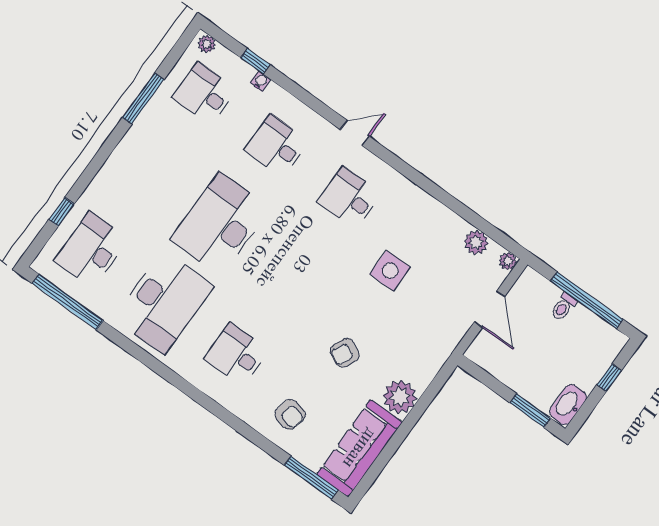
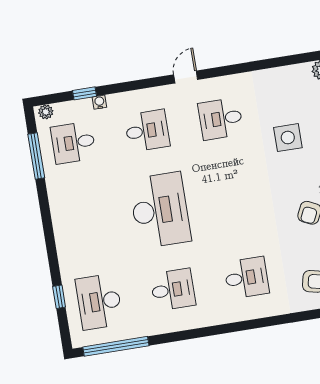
window: (143, 98) -> (36, 156), moved
desk: (277, 146) -> (147, 131), turned 180
desk: (220, 224) -> (160, 210), turned 180
desk: (164, 302) -> (173, 290), width x0.53, depth x0.77
desk: (236, 354) -> (246, 278), turned 180

